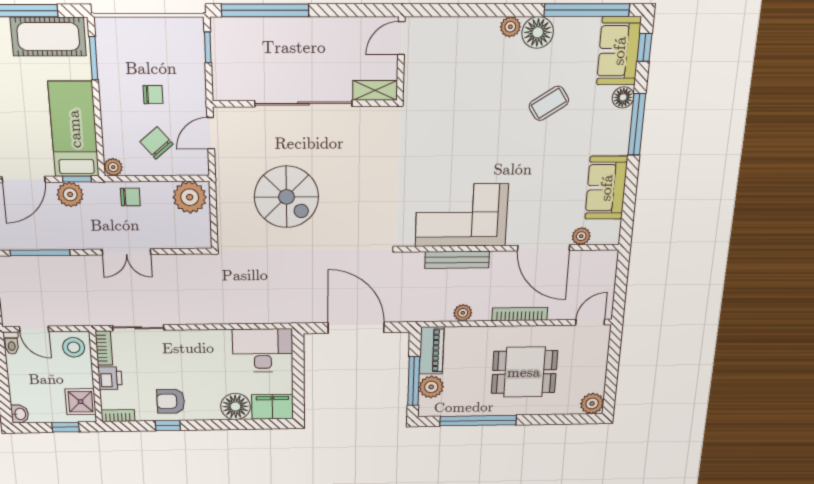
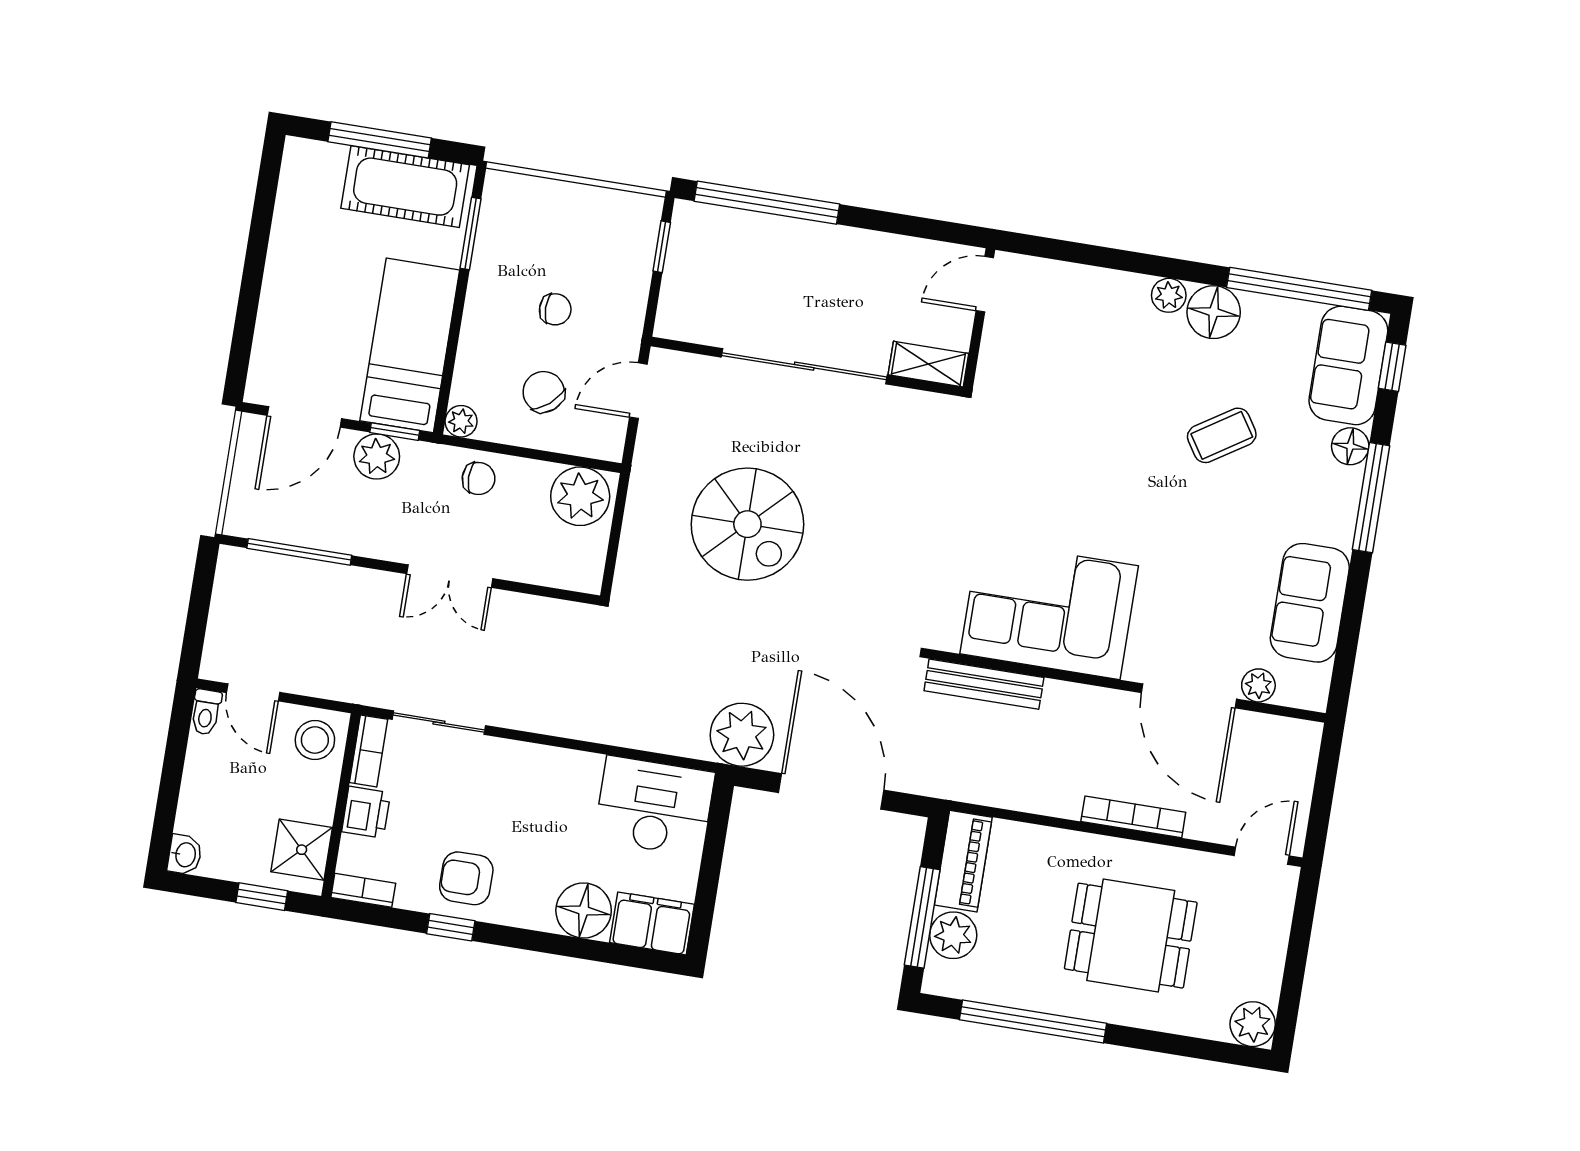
bench: (457, 260) -> (984, 684), moved
plant: (463, 313) -> (742, 735), moved, width x1.88, depth x1.88

